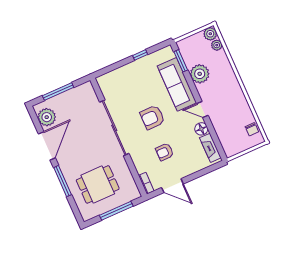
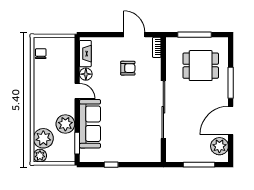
plant: (217, 45) -> (43, 138), width x1.87, depth x1.87
armchair: (152, 117) -> (125, 104), removed

